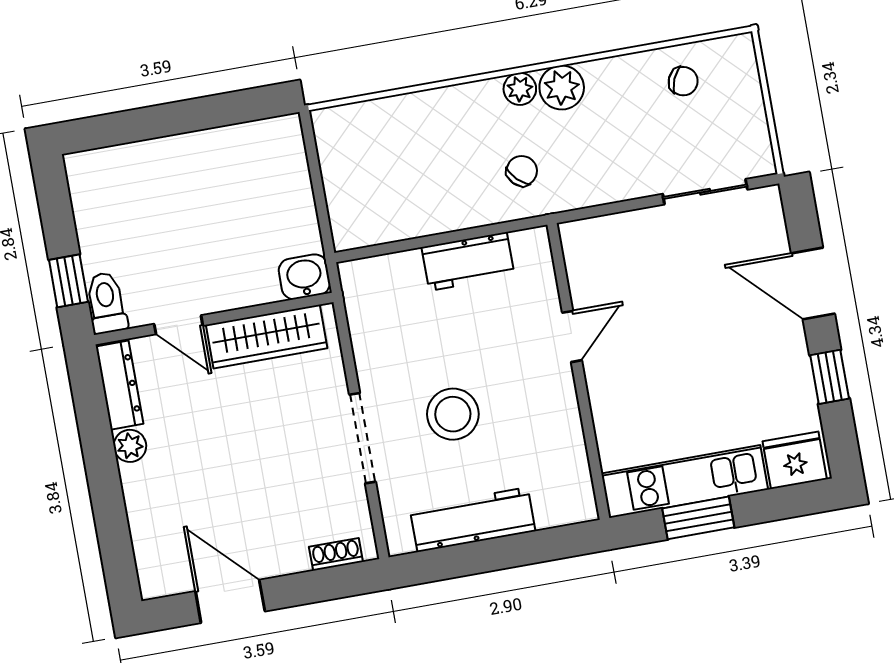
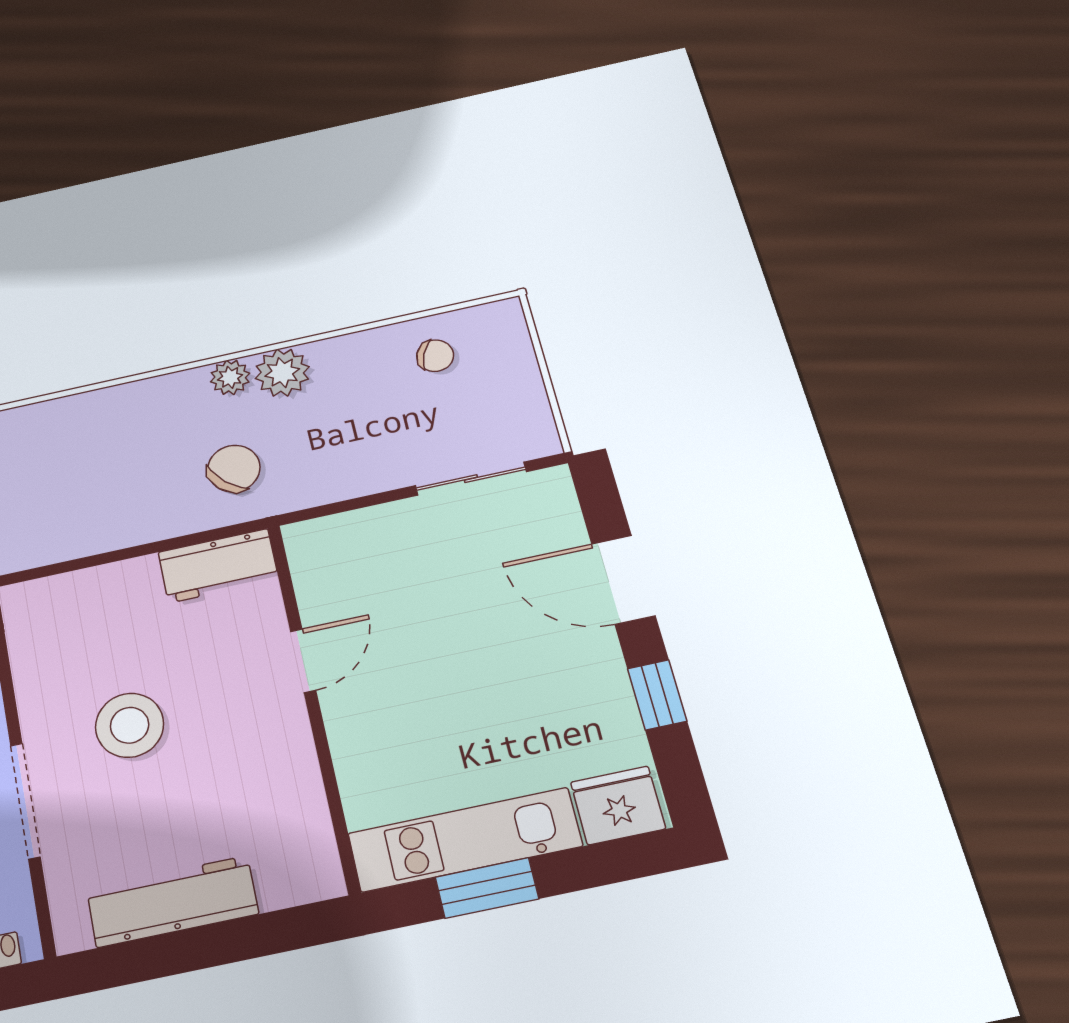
chair: (522, 171) -> (234, 469), width x1.37, depth x1.37
workbench: (468, 261) -> (218, 566), moved
stool: (453, 414) -> (130, 725), moved

